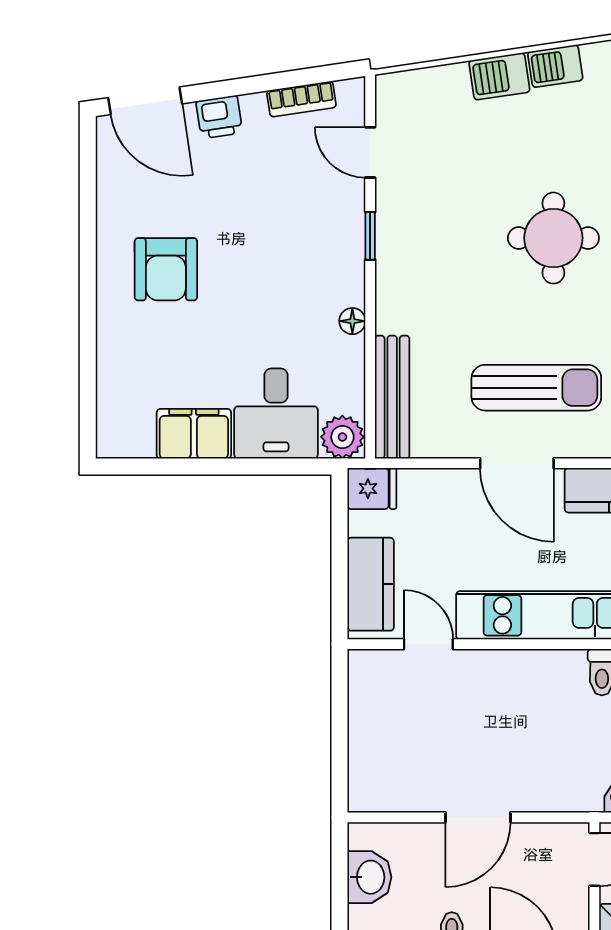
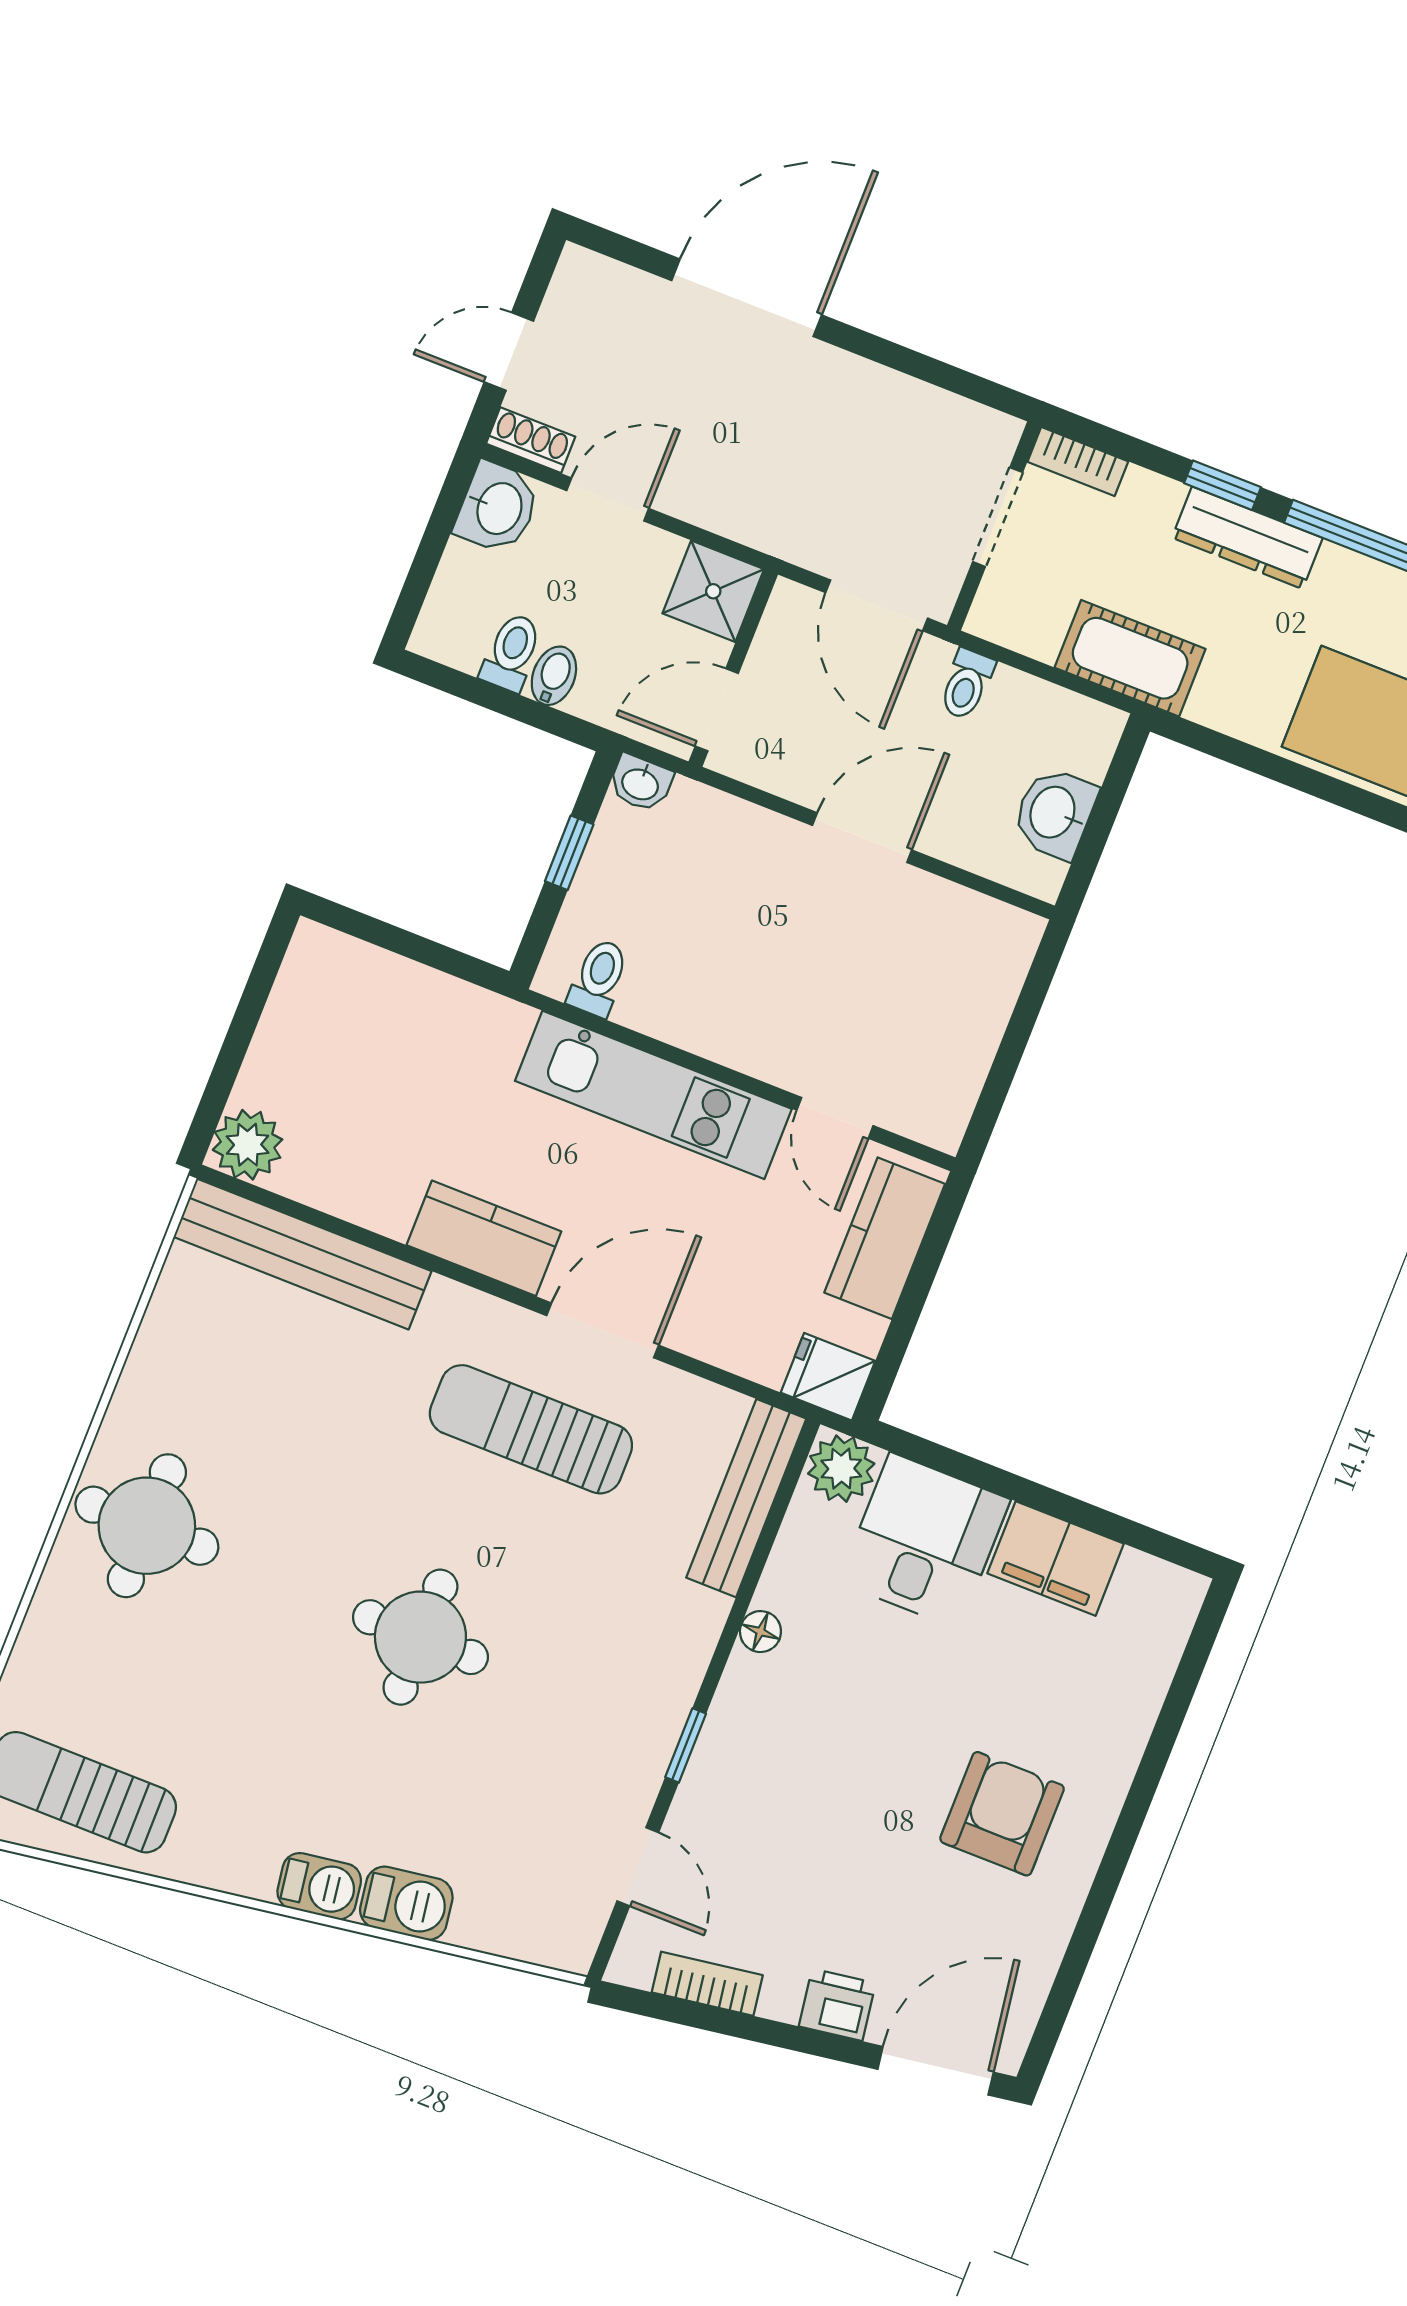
door: (145, 101) -> (936, 2071), hinge flipped
door: (517, 463) -> (603, 1330), hinge flipped

